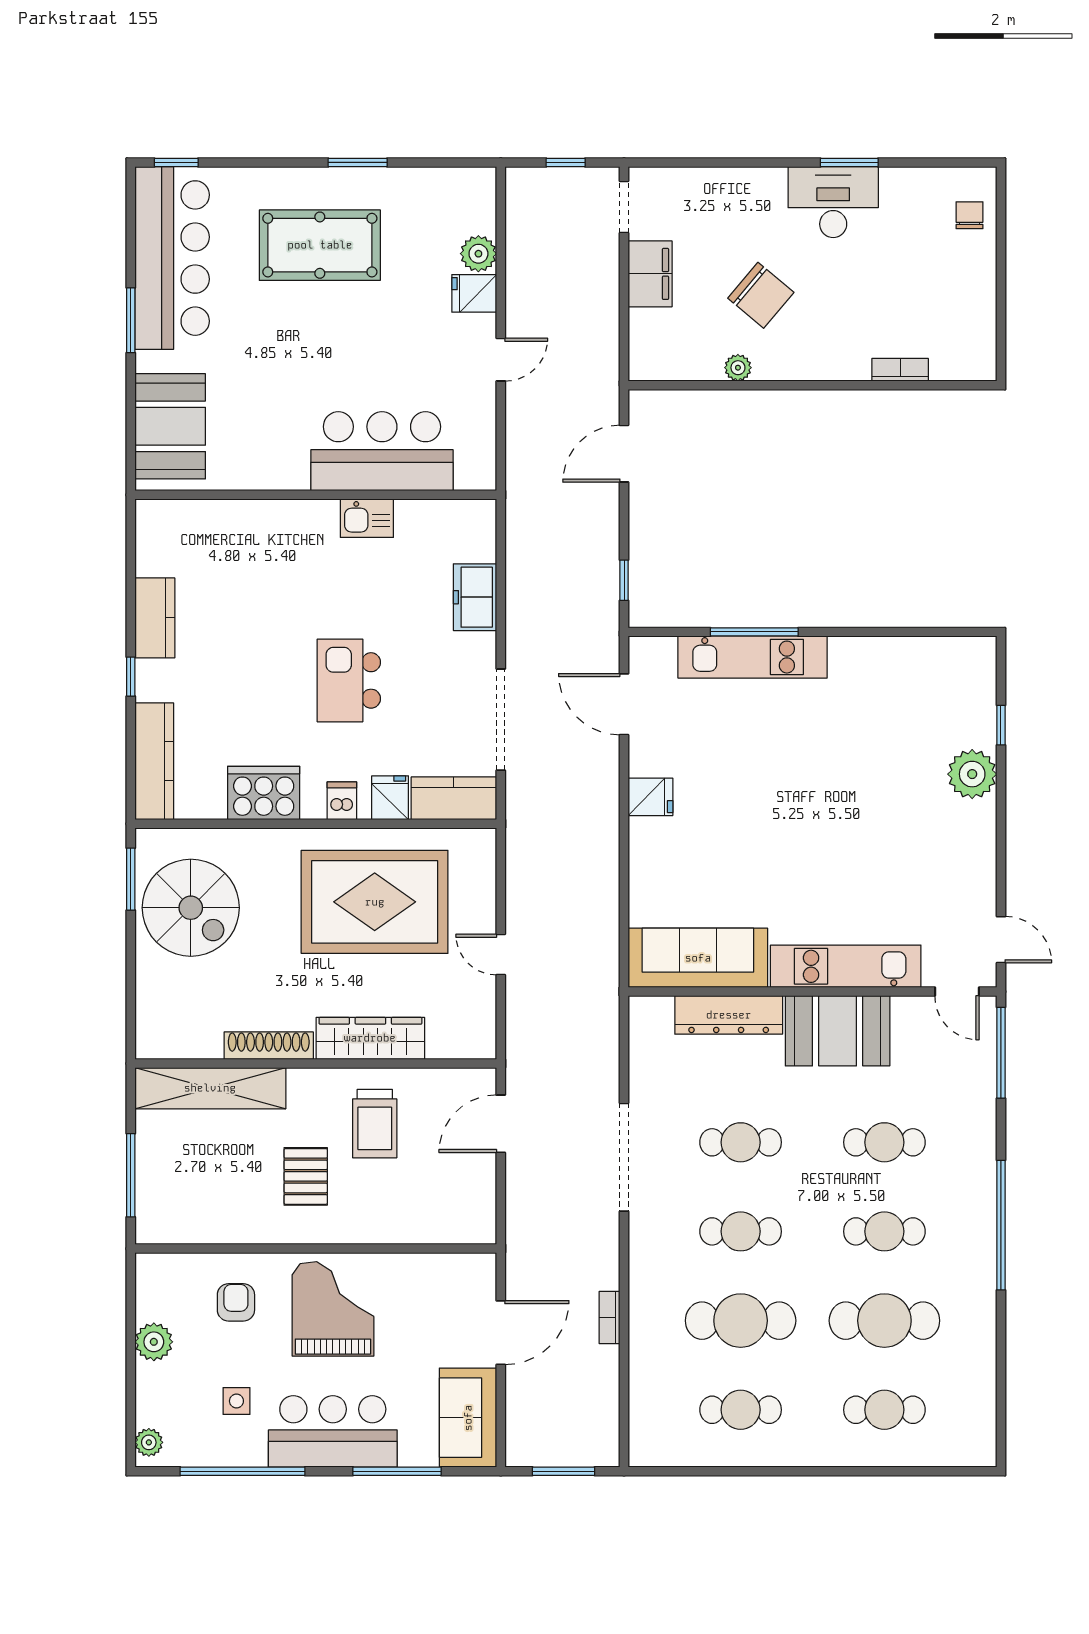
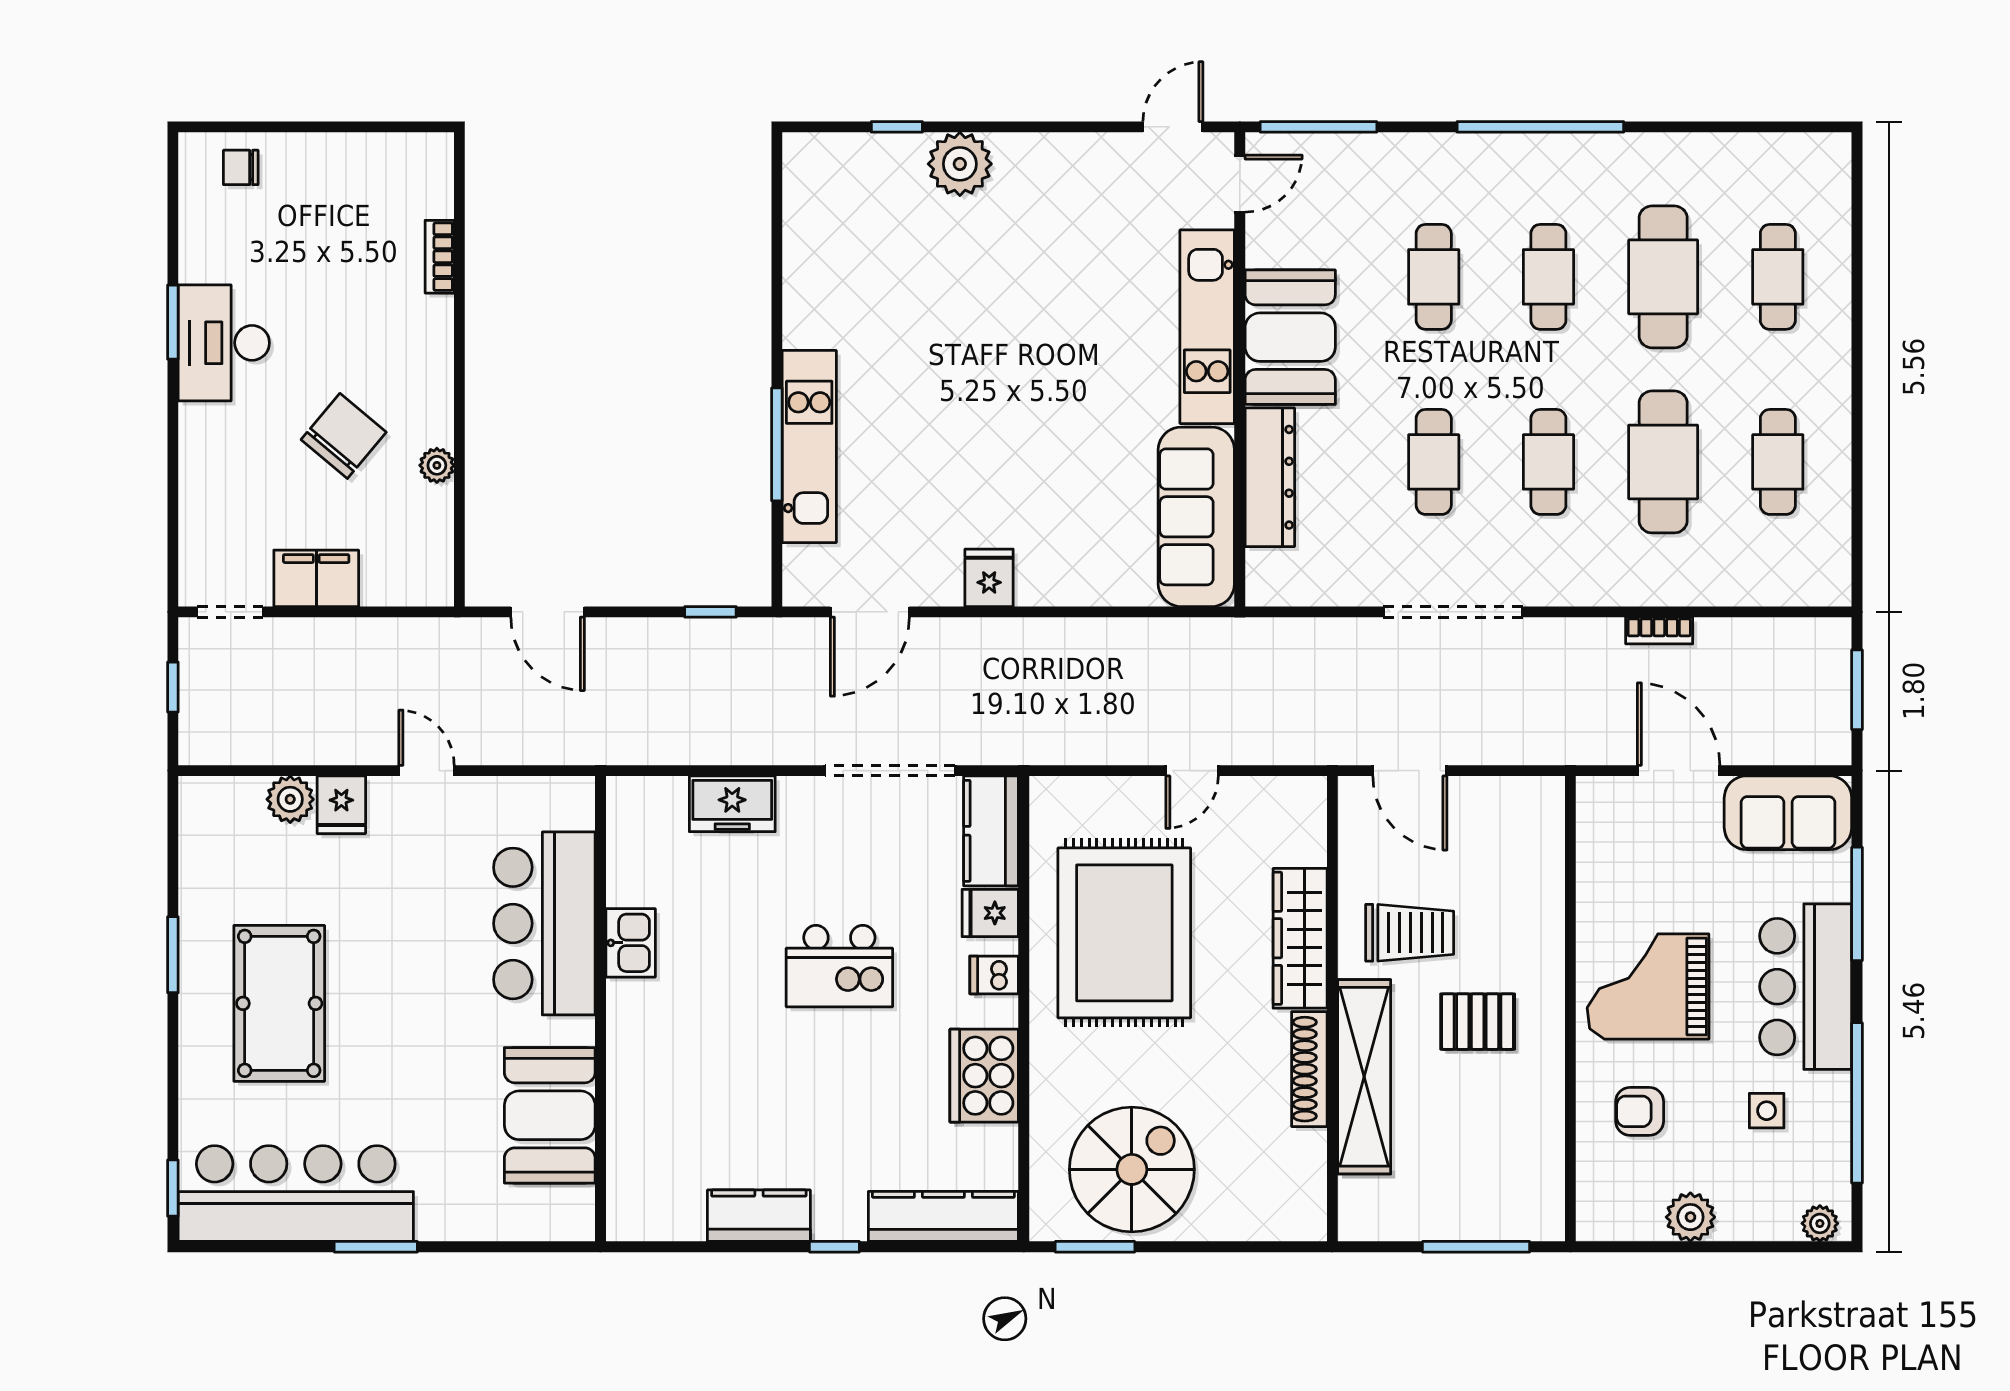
booth: (170, 426) -> (550, 1115), moved, turned 90
shelving: (210, 1088) -> (1364, 1077), moved

